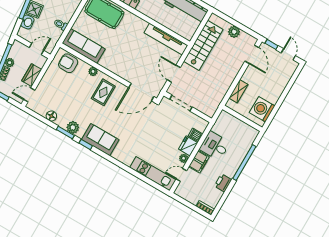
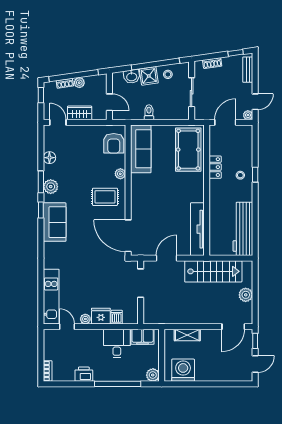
armchair: (68, 63) -> (114, 143), turned 180
plant: (253, 133) -> (153, 375), added
filing cabinet: (199, 162) -> (143, 337), moved

